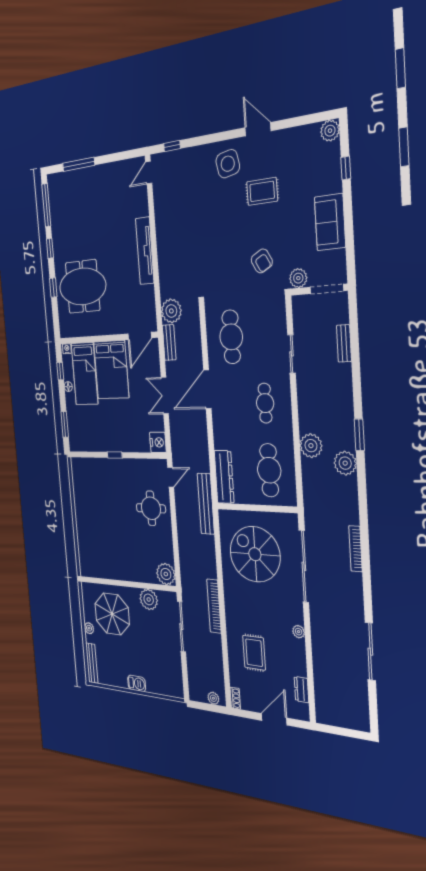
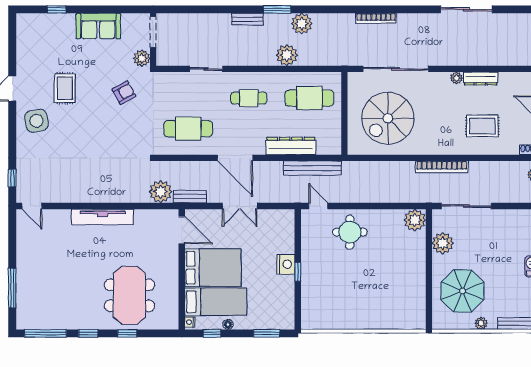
plant: (330, 131) -> (25, 22), removed
bench: (344, 343) -> (247, 19), moved
nightstand: (158, 442) -> (286, 264), moved, turned 90
dresser: (224, 477) -> (291, 146), moved
bench: (206, 504) -> (312, 168), moved
dresser: (301, 690) -> (481, 78), moved, width x1.44

